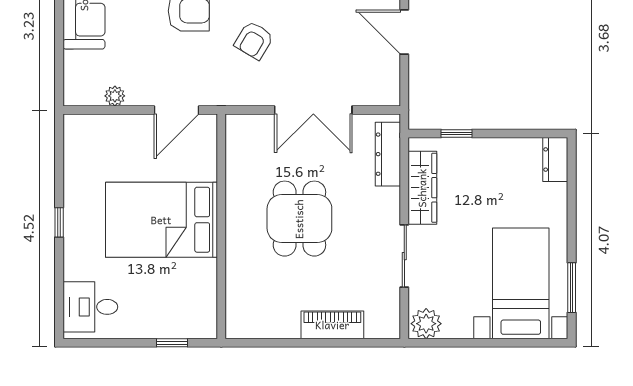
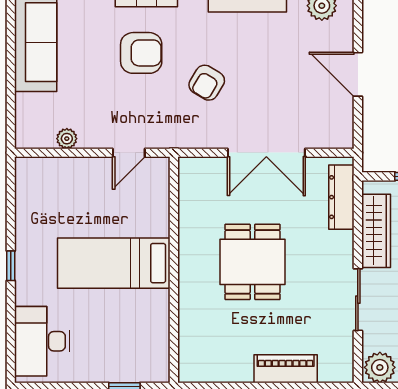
door: (177, 110) -> (129, 153), width x0.73
bed: (161, 220) -> (114, 263), width x0.67
desk: (90, 307) -> (42, 341), width x1.37

